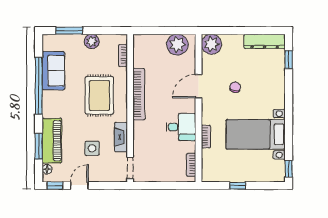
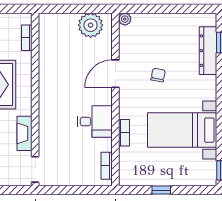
dresser: (265, 41) -> (208, 51), moved, turned 90
plant: (211, 44) -> (125, 19), width x0.53, depth x0.53
bookcase: (139, 94) -> (45, 83), removed

